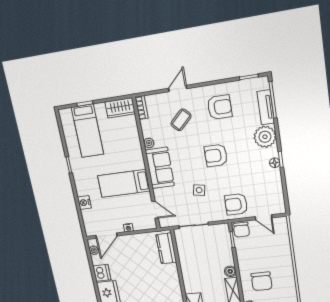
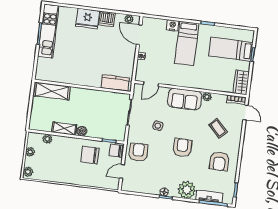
door: (178, 89) -> (245, 112), moved
bed: (124, 183) -> (187, 43), moved, turned 180
chair: (262, 281) -> (90, 155), moved

